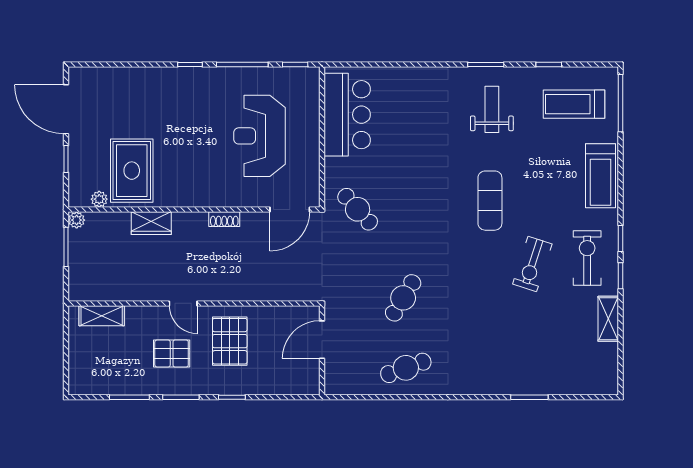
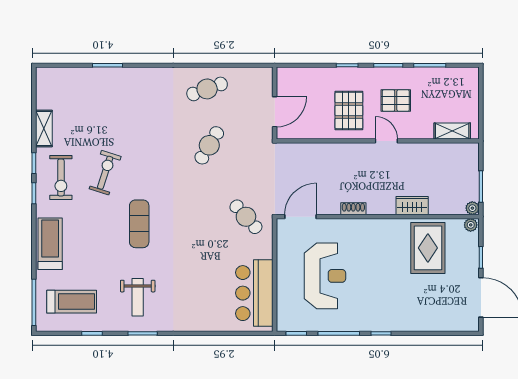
plant: (99, 199) -> (471, 225), moved

